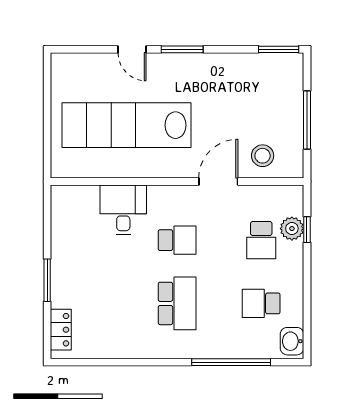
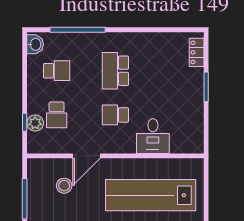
lab bench: (127, 125) -> (151, 195), turned 180
stool: (263, 156) -> (64, 186), moved
school desk: (261, 240) -> (57, 115), turned 180

